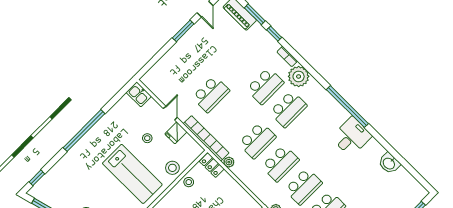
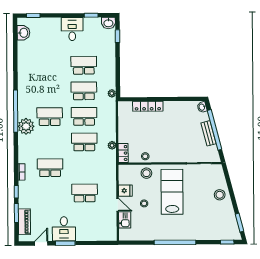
plant: (299, 76) -> (26, 126), moved
kitchen sink: (139, 94) -> (125, 220), moved
school desk: (288, 109) -> (50, 117), moved
door: (170, 113) -> (118, 205), swing flipped
desk: (352, 137) -> (64, 229), moved, turned -90
bookcase: (206, 138) -> (112, 171), removed
washbasin: (389, 163) -> (23, 33), moved

